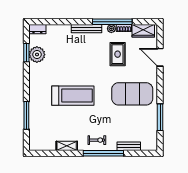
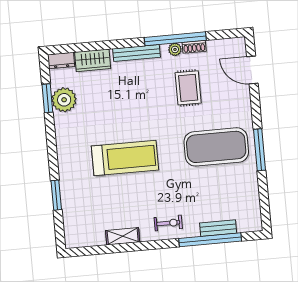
wardrobe: (143, 31) -> (93, 60), moved
door: (160, 57) -> (252, 70), moved
window: (26, 115) -> (56, 195), width x0.69
window: (160, 117) -> (260, 150), moved
window: (103, 153) -> (210, 240), moved

